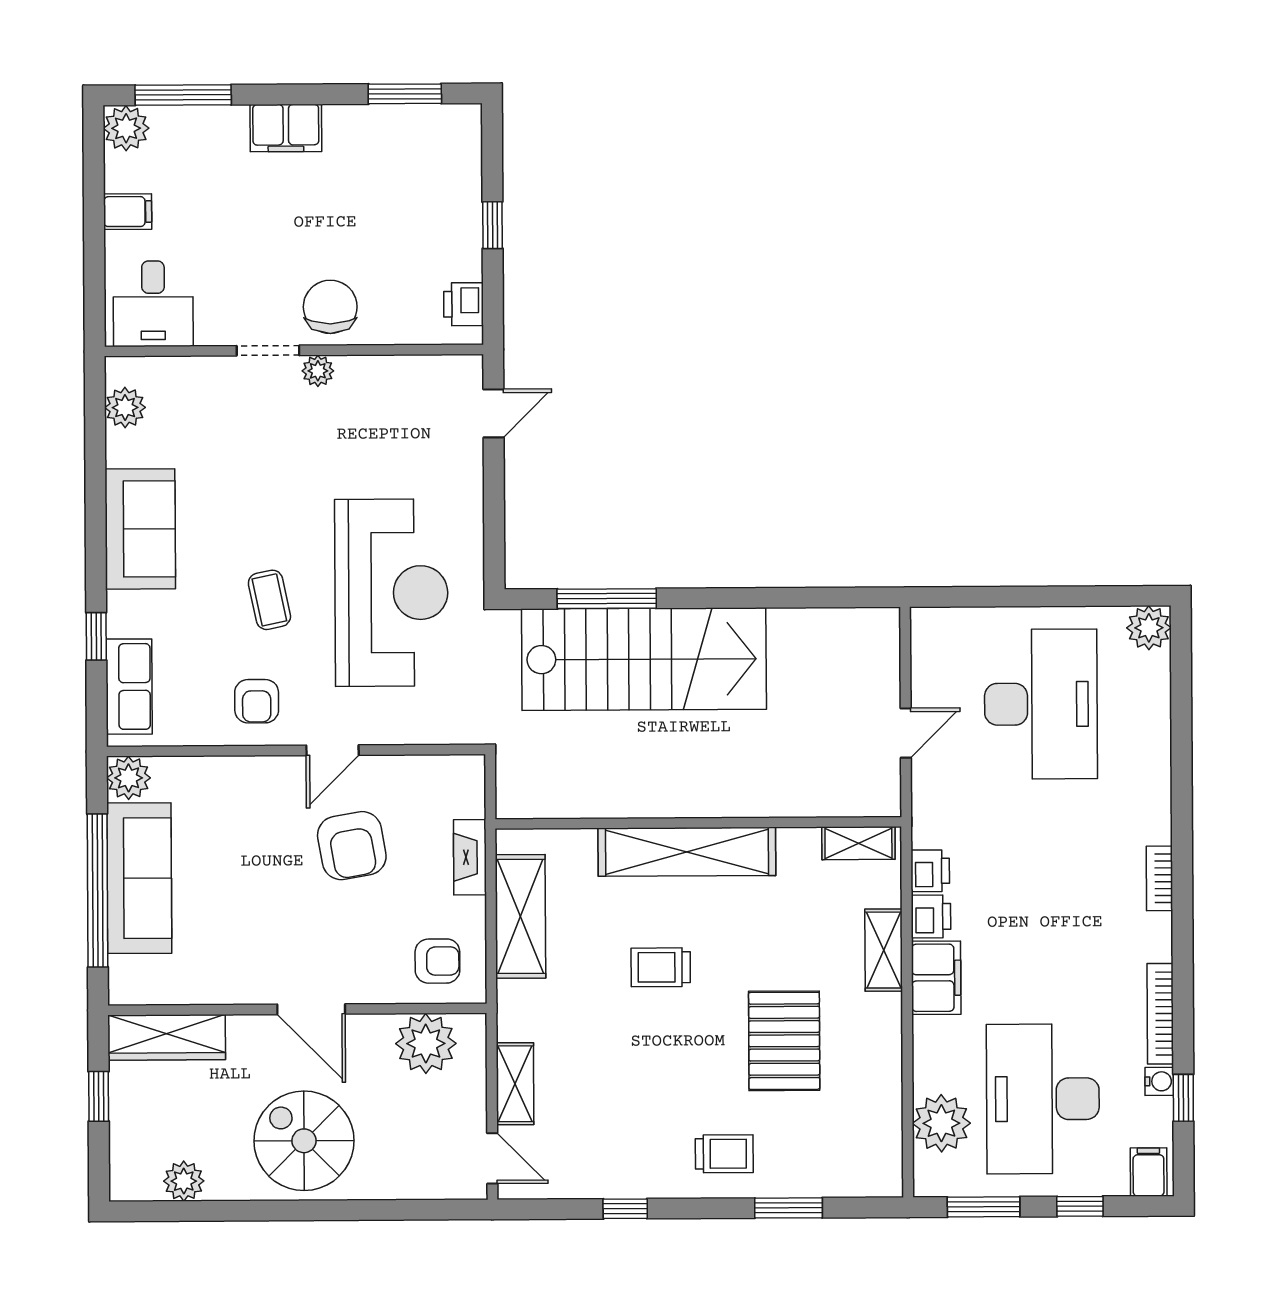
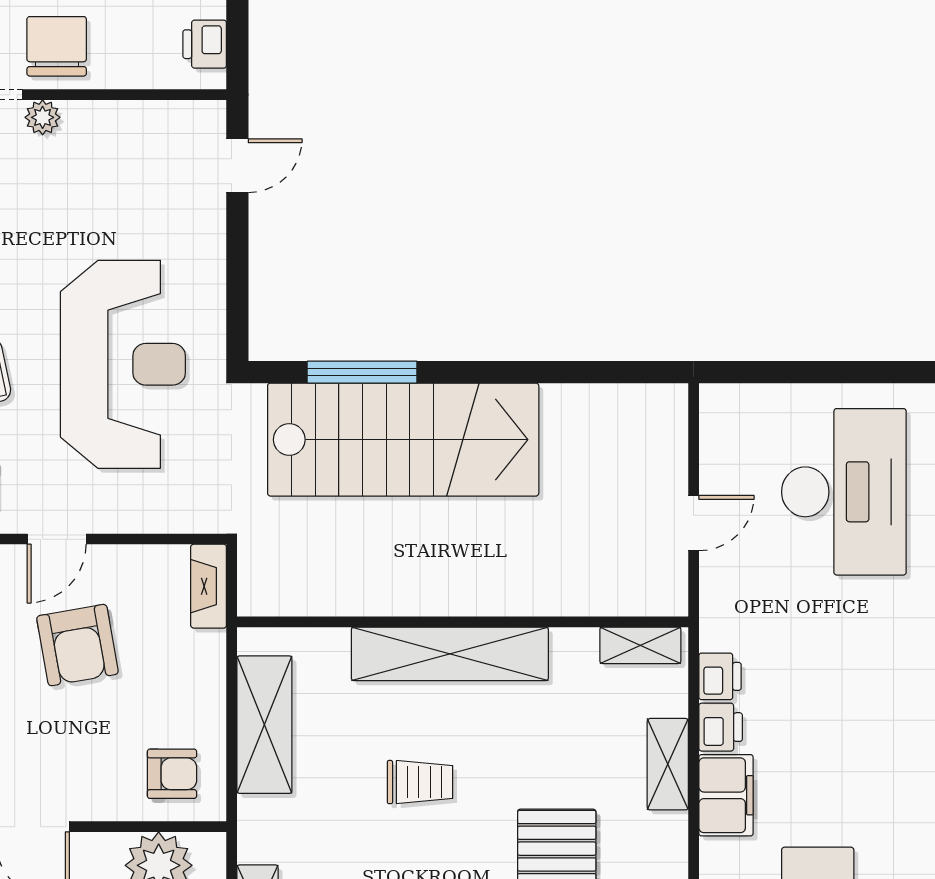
fireplace: (470, 857) -> (209, 586), moved
trolley: (661, 967) -> (420, 782), turned 180

